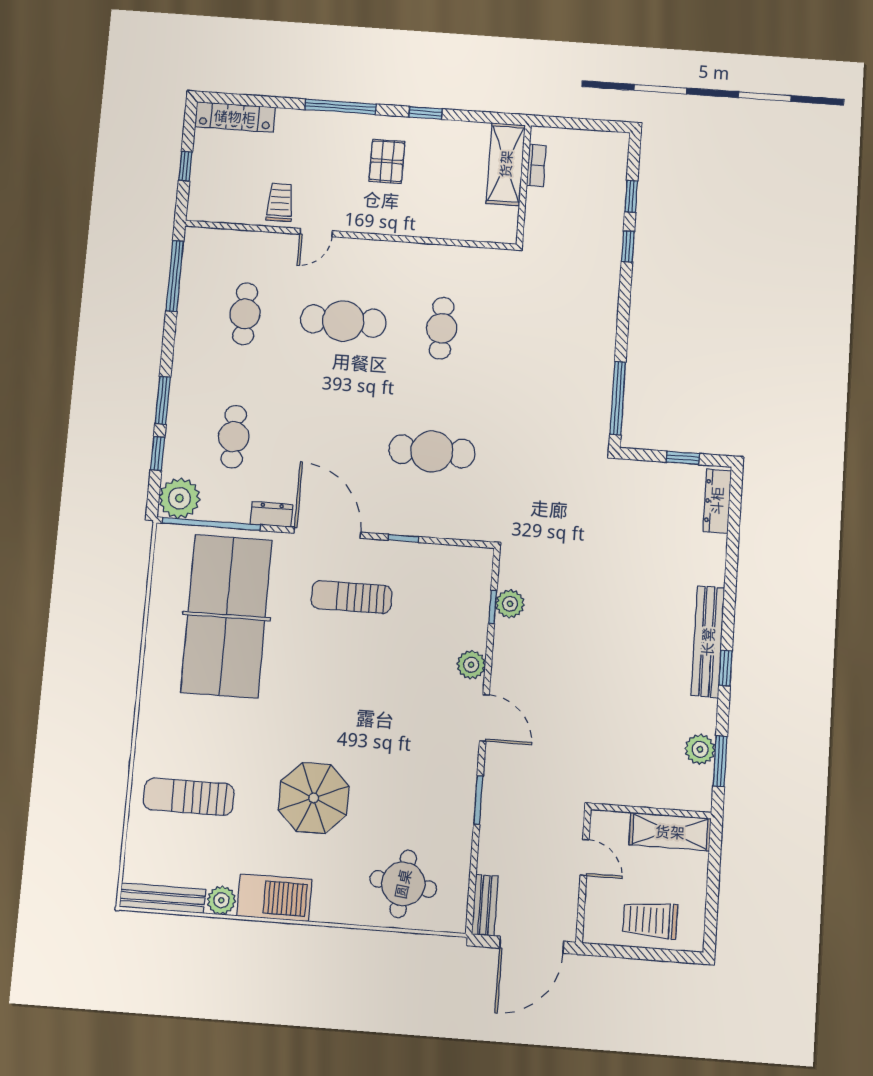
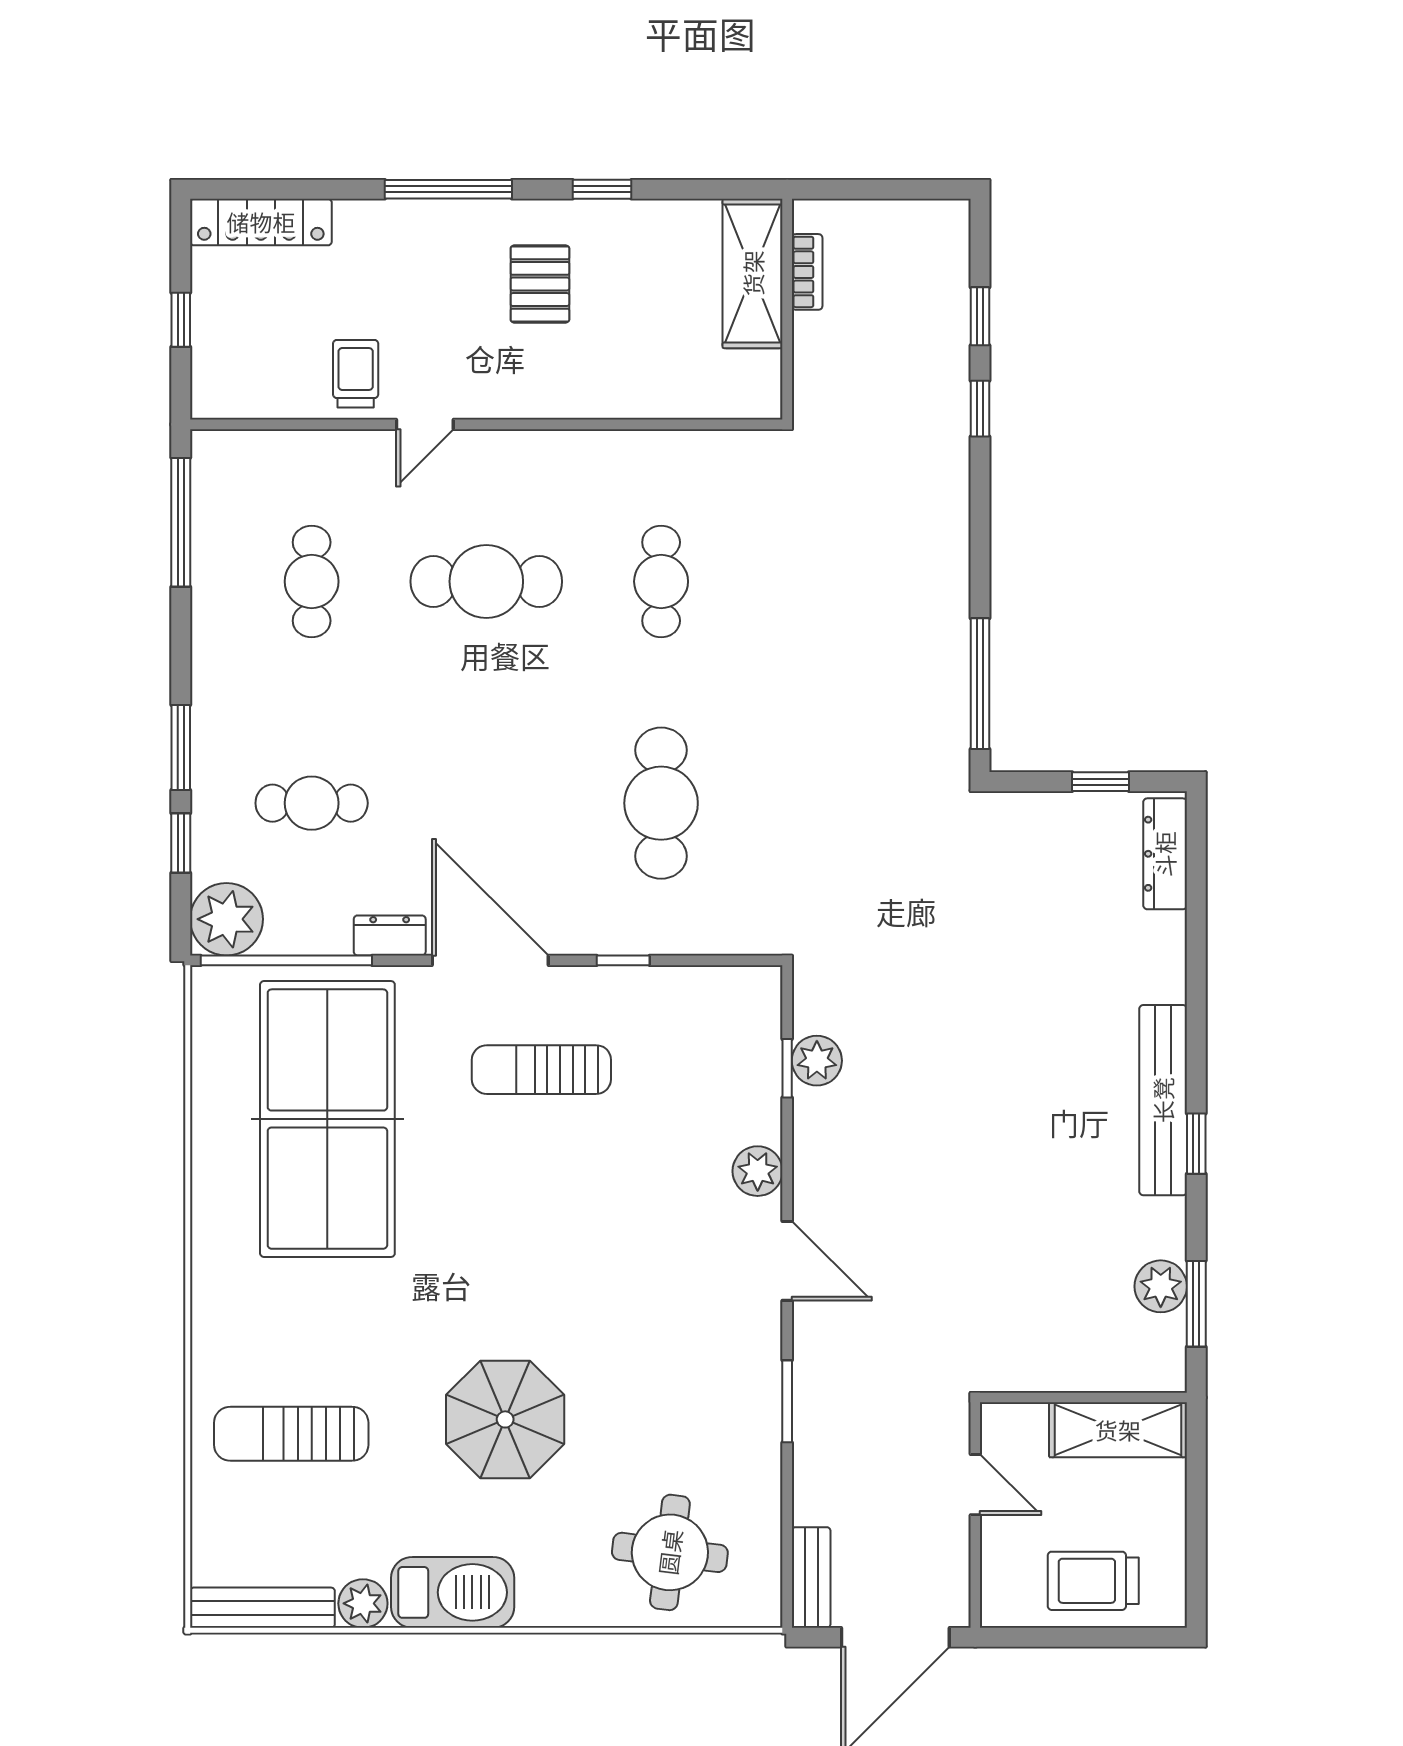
cafe table: (234, 437) -> (312, 803), turned 90
cafe table: (432, 451) -> (661, 803), turned 90

